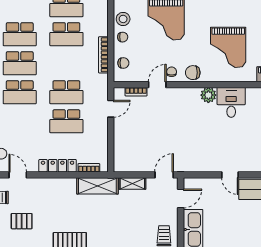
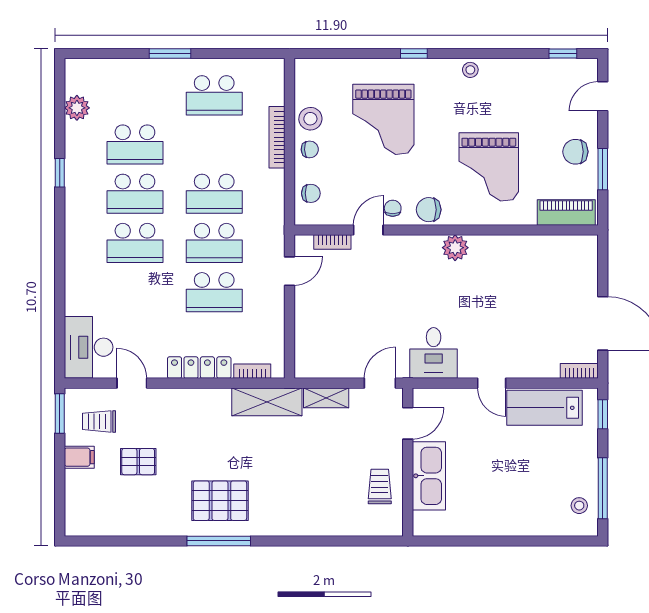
school desk: (66, 34) -> (214, 194), moved
bookcase: (103, 55) -> (277, 137), moved
desk: (231, 102) -> (434, 353), moved, turned 180

